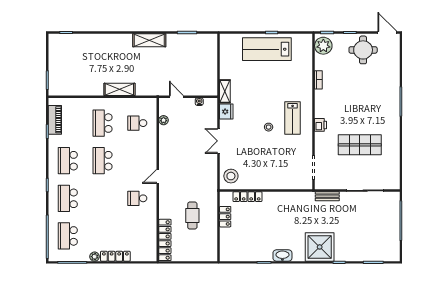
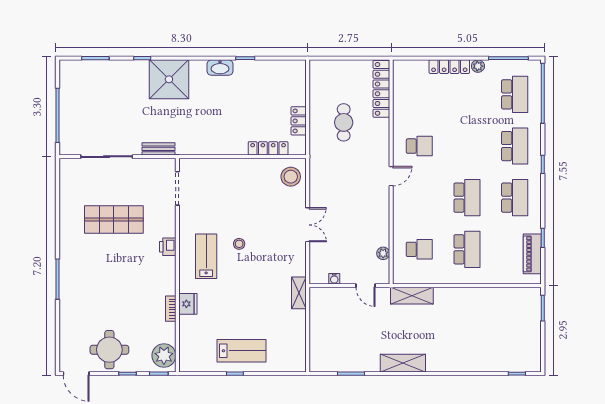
lab bench: (267, 49) -> (242, 351), width x0.73, depth x0.72
shelving: (119, 89) -> (412, 296), moved
fridge: (226, 112) -> (188, 304), moved, turned 180

